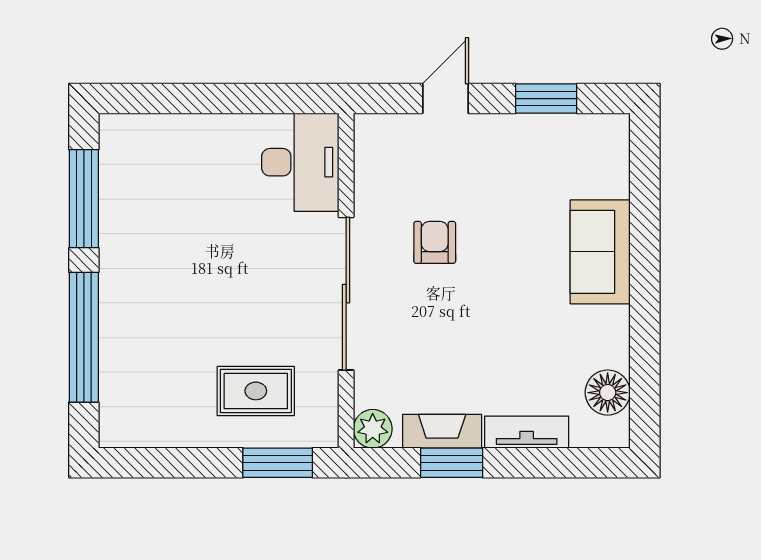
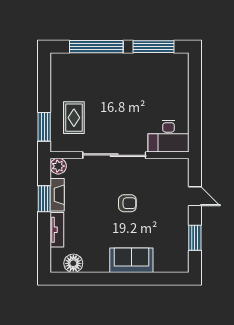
armchair: (435, 242) -> (127, 203), moved

